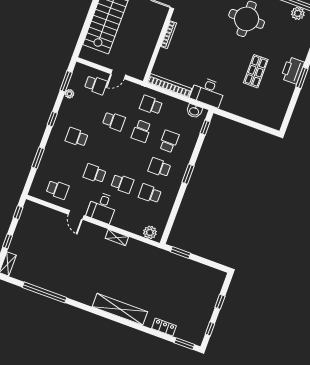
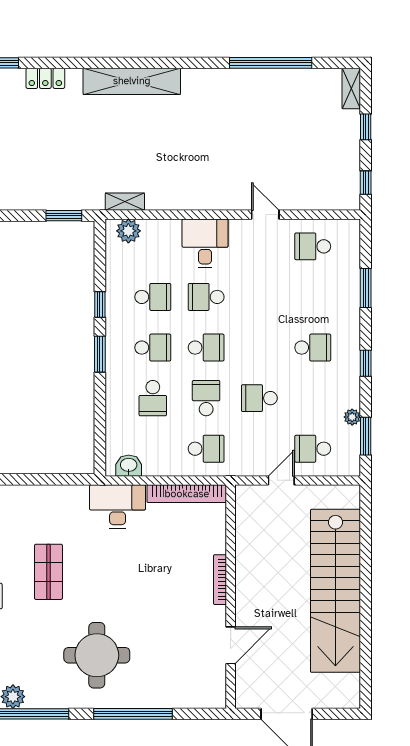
window: (205, 128) -> (100, 305), moved
school desk: (95, 173) -> (206, 348), moved
desk: (102, 208) -> (205, 243), moved
shelving: (117, 237) -> (125, 202), moved

